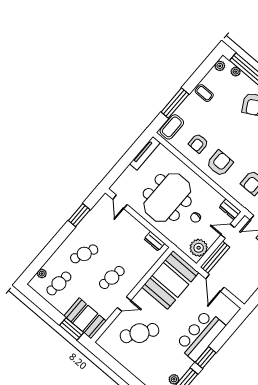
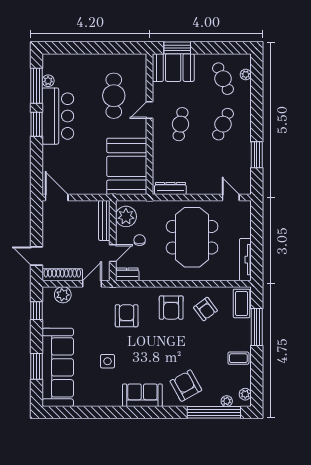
armchair: (198, 143) -> (205, 309), turned 143
chair: (196, 217) -> (140, 240), moved
dresser: (154, 241) -> (170, 189), width x1.44
cafe table: (59, 283) -> (223, 79), turned -30
door: (215, 283) -> (57, 198), moved
cafe table: (139, 333) -> (114, 96), turned -36
bar counter: (201, 335) -> (58, 116), moved

